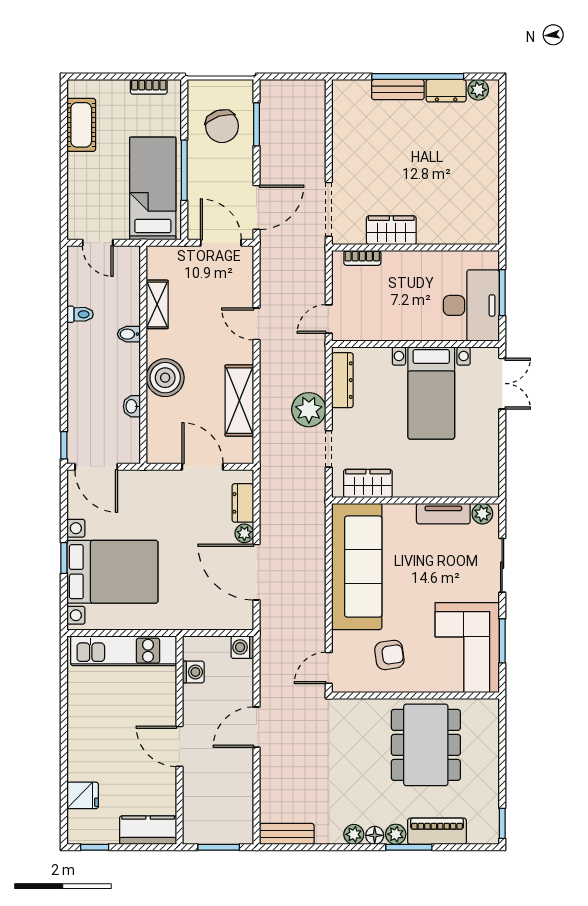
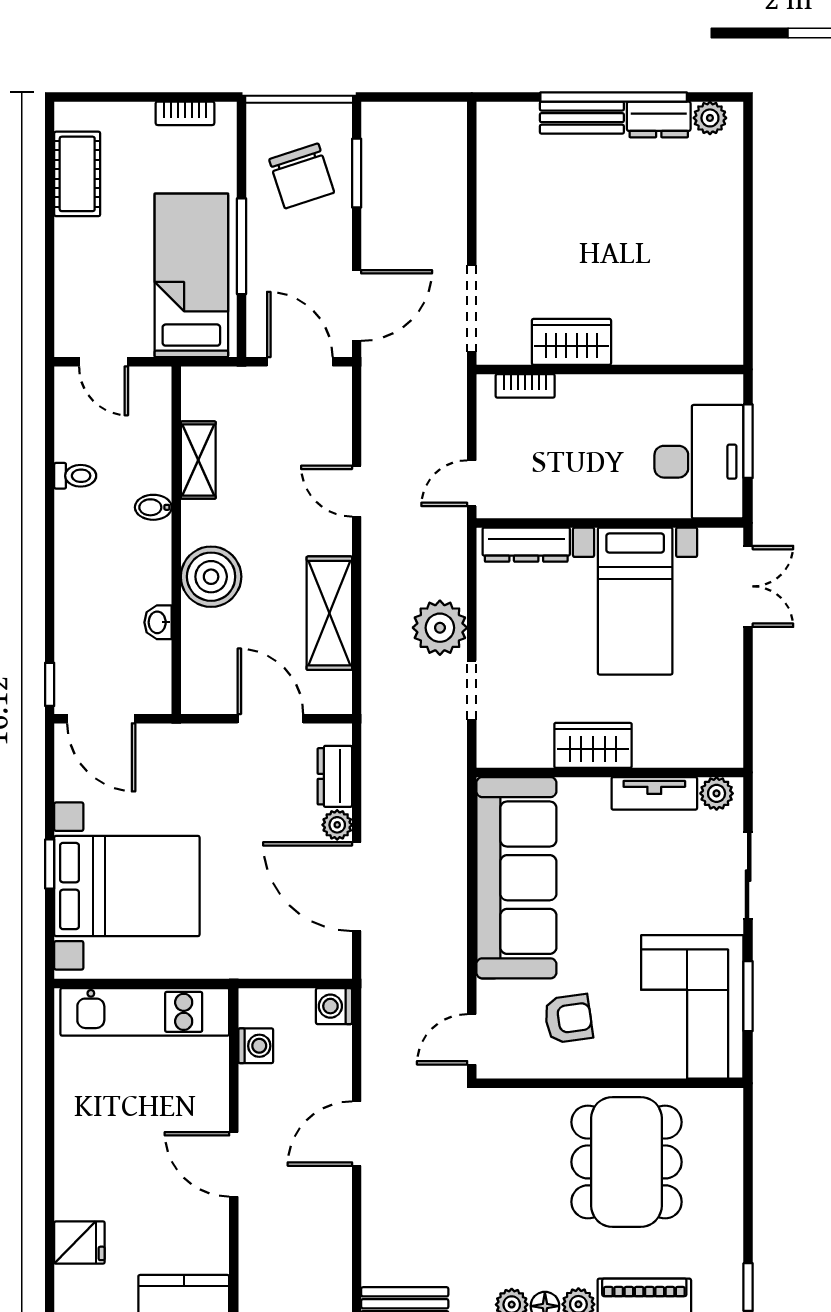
dresser: (342, 380) -> (526, 545), moved, turned 90
wardrobe: (368, 483) -> (593, 745), moved

